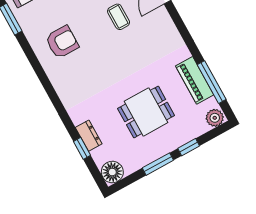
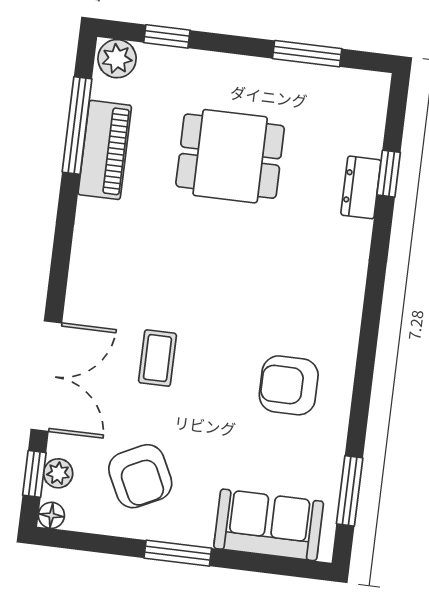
window: (189, 147) -> (167, 36), moved
window: (158, 164) -> (307, 54), moved
floor lamp: (112, 172) -> (366, 94), removed

